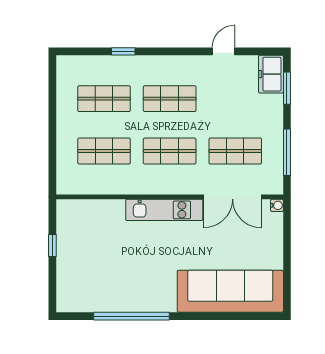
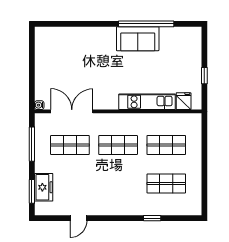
freezer: (271, 74) -> (44, 187), moved
shop shelf: (170, 99) -> (118, 183), removed
kitchen unit: (164, 210) -> (147, 102), moved
fridge: (81, 211) -> (184, 101), added
sofa: (230, 291) -> (138, 39), moved, width x0.54, depth x0.79

